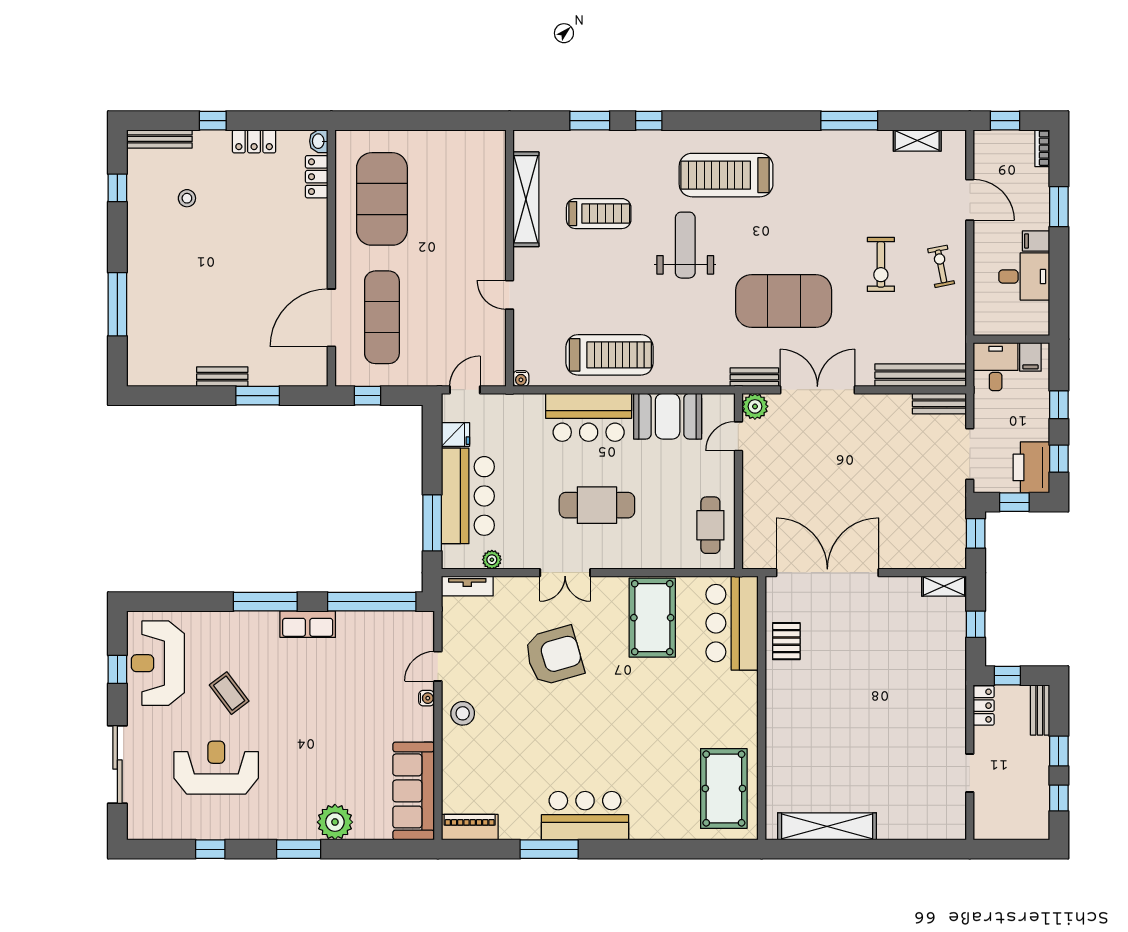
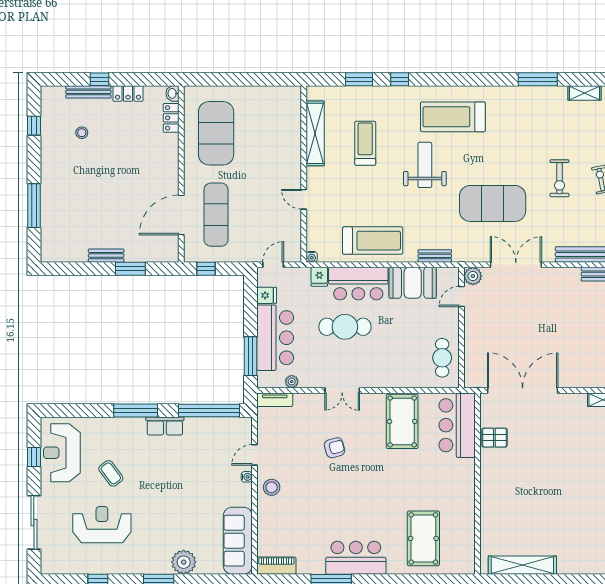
bench: (159, 139) -> (88, 92), moved
treadmill: (599, 214) -> (365, 143), turned -90
bench: (754, 377) -> (435, 256), moved
fridge: (532, 407) -> (319, 277), added
cafe table: (597, 505) -> (345, 327), moved
pallet: (786, 641) -> (494, 438), turned 90
armchair: (554, 656) -> (335, 448), width x0.53, depth x0.53
pool table: (724, 788) -> (423, 538), moved

